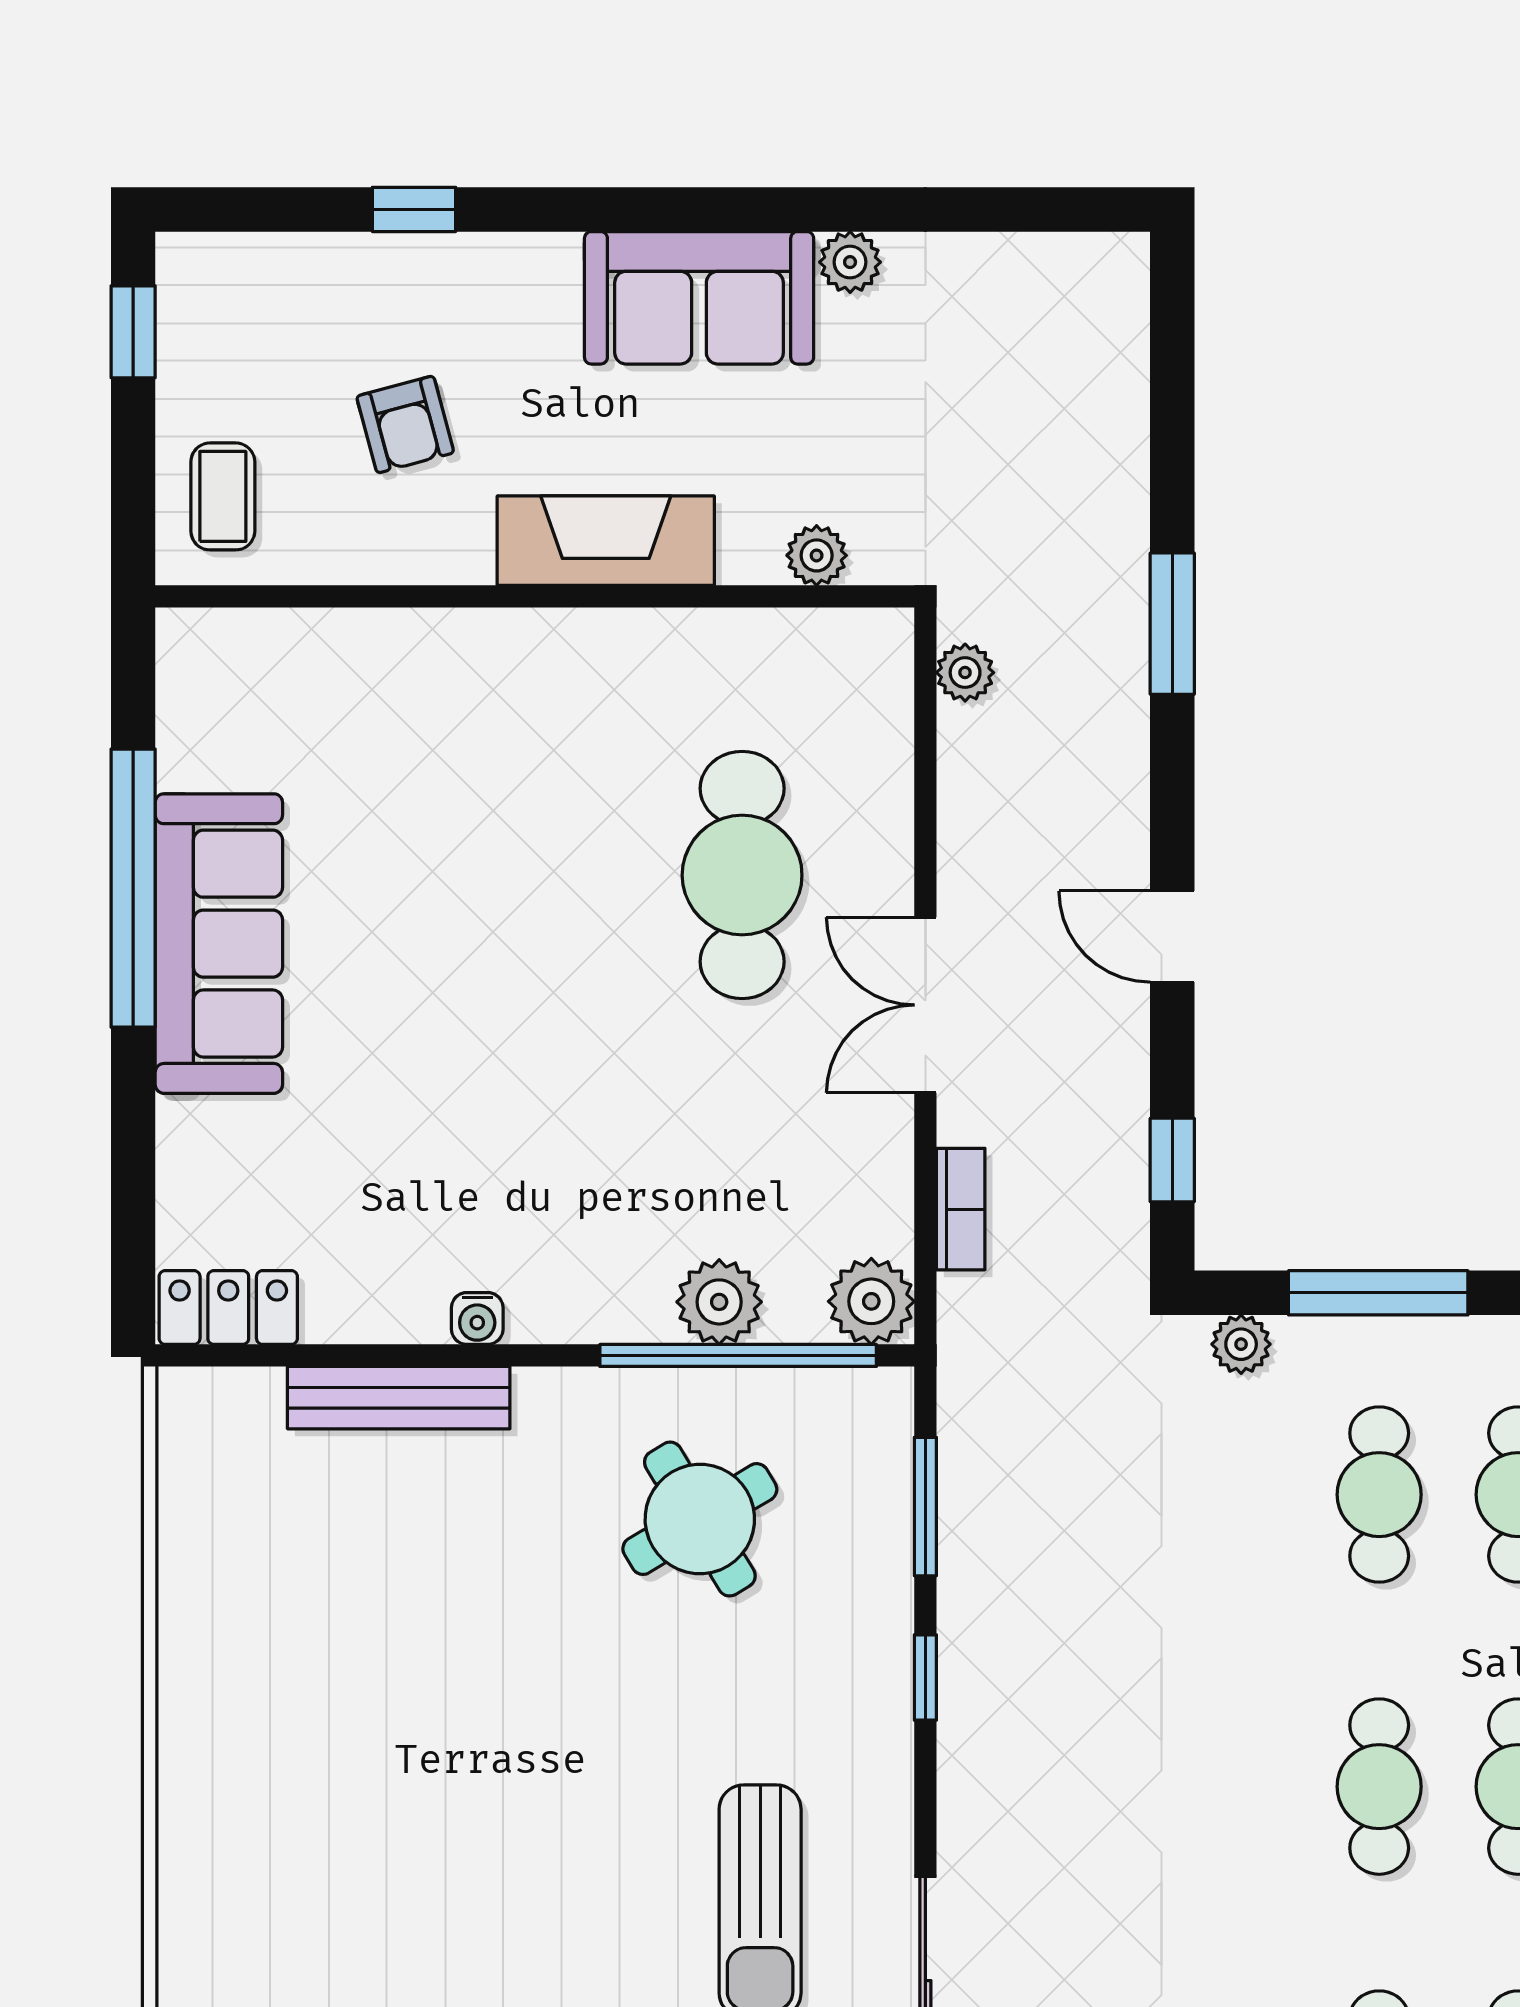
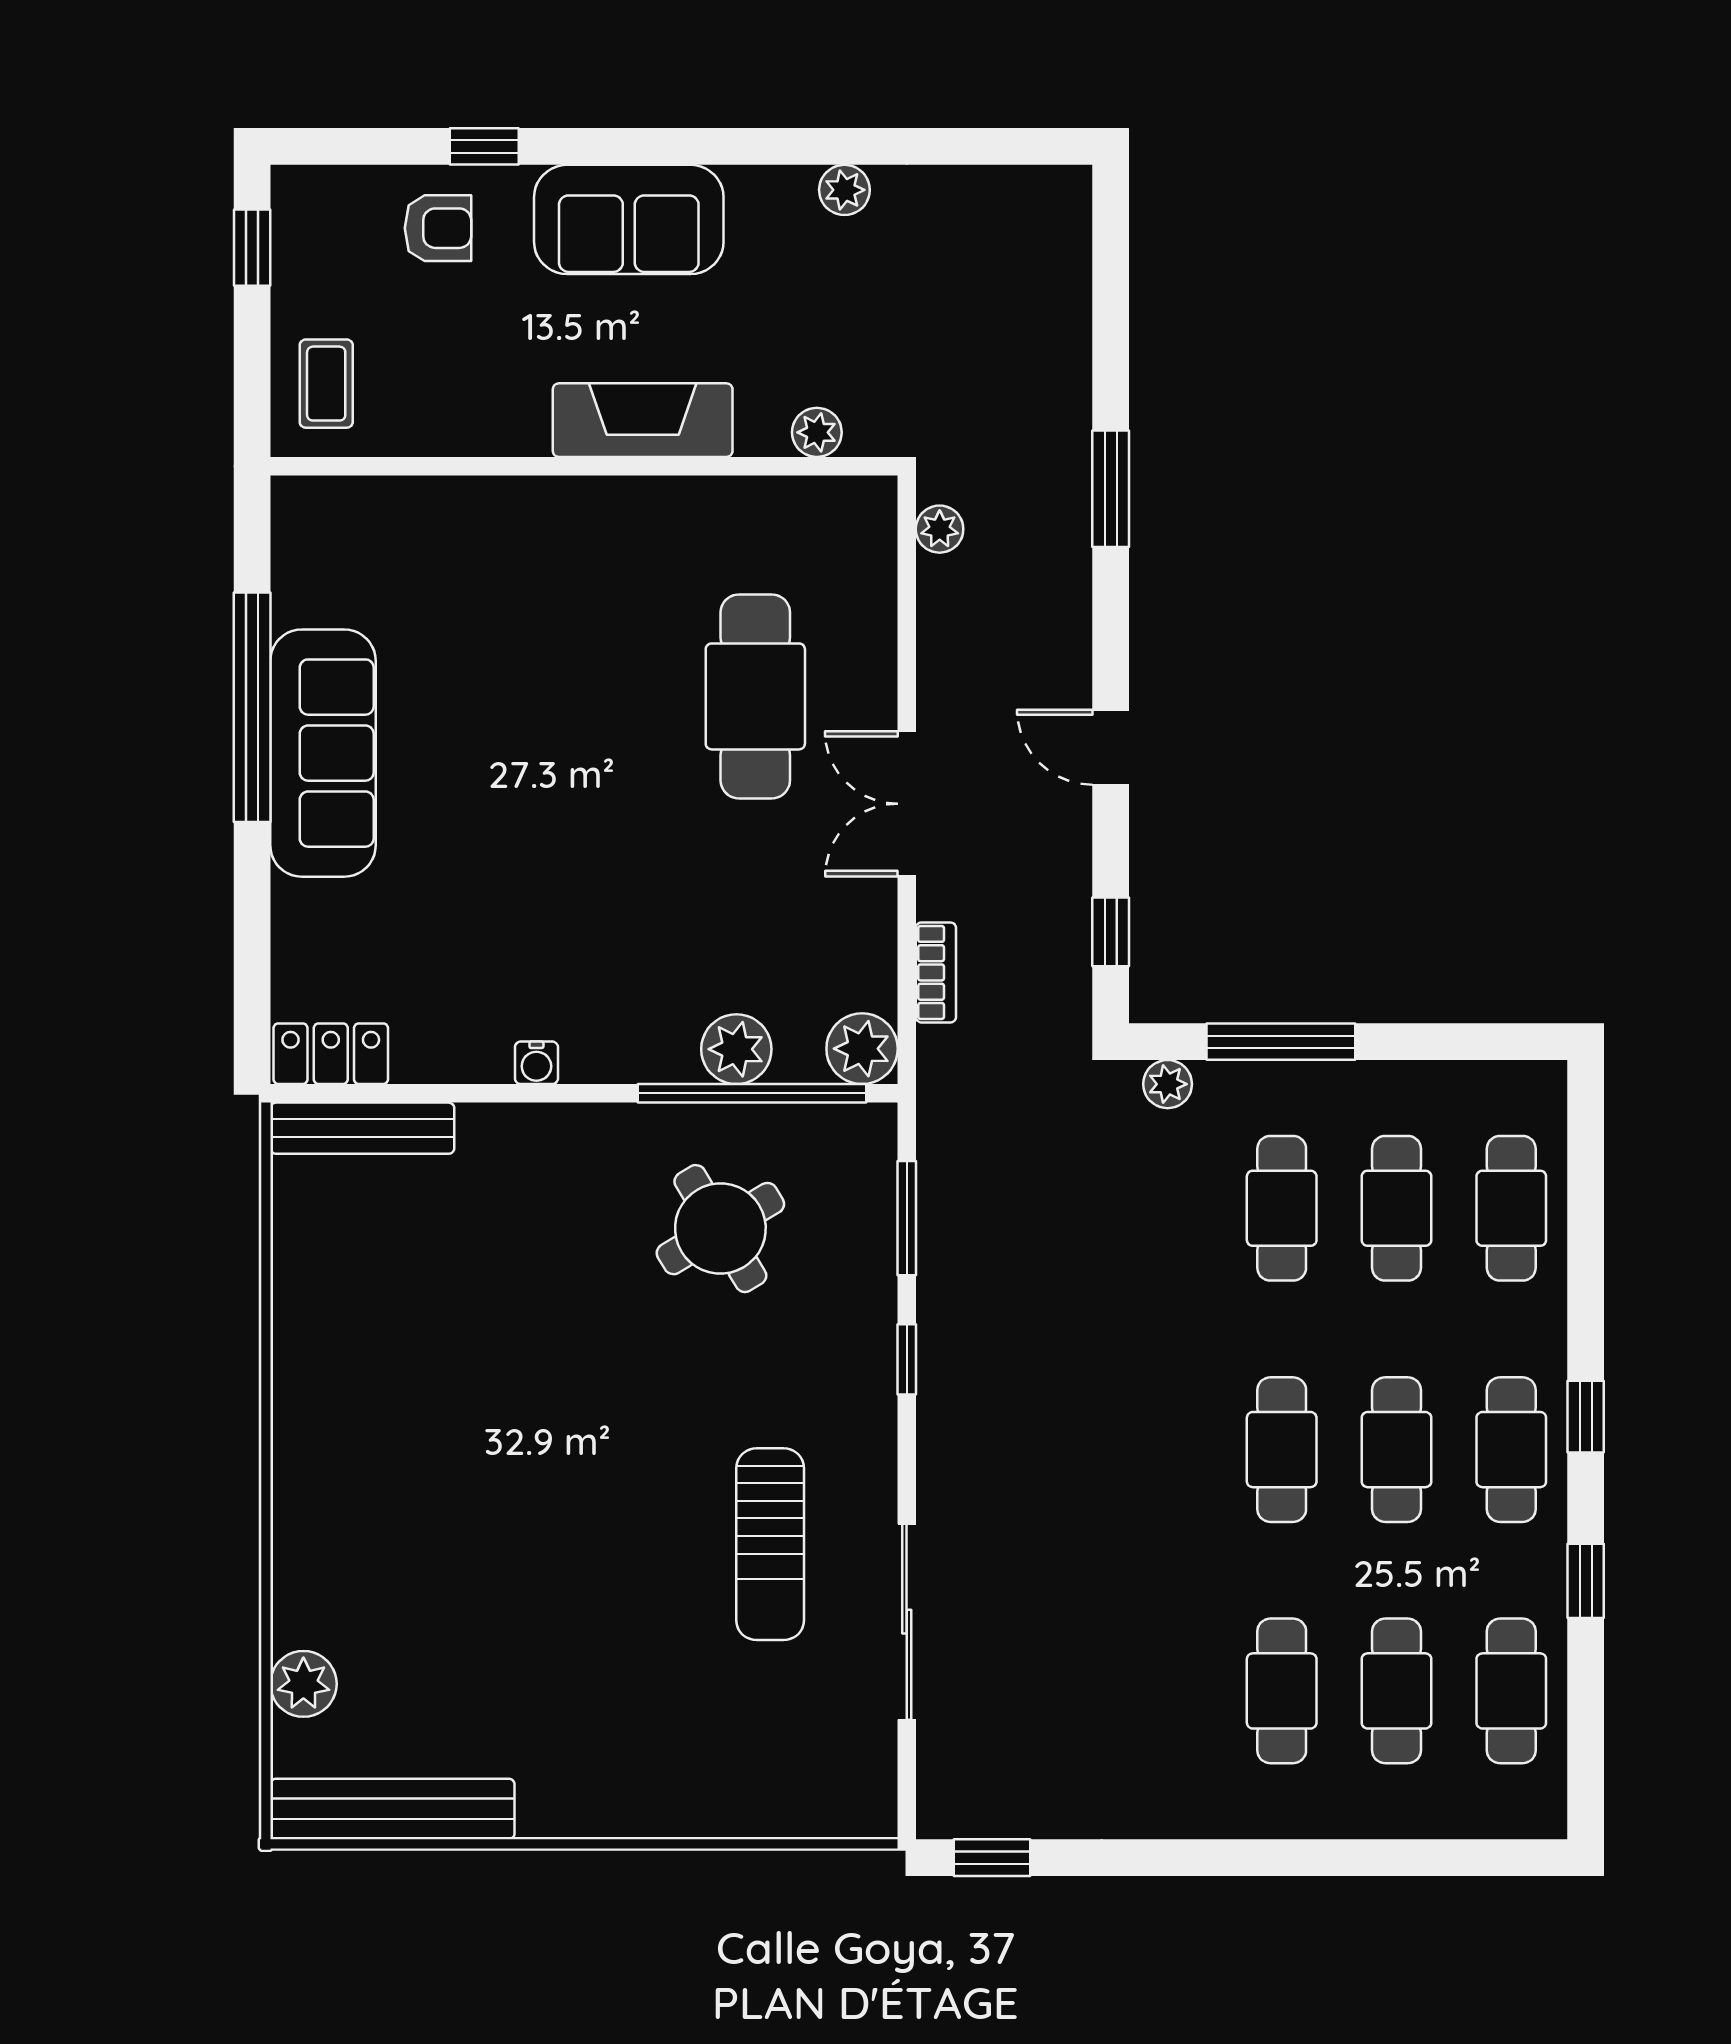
sofa: (699, 298) -> (629, 219), moved
armchair: (405, 424) -> (438, 228), moved, turned -75
bench: (399, 1398) -> (362, 1128), moved

